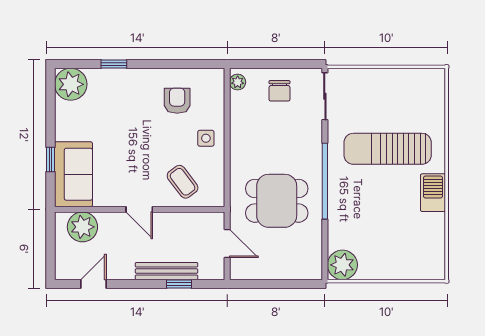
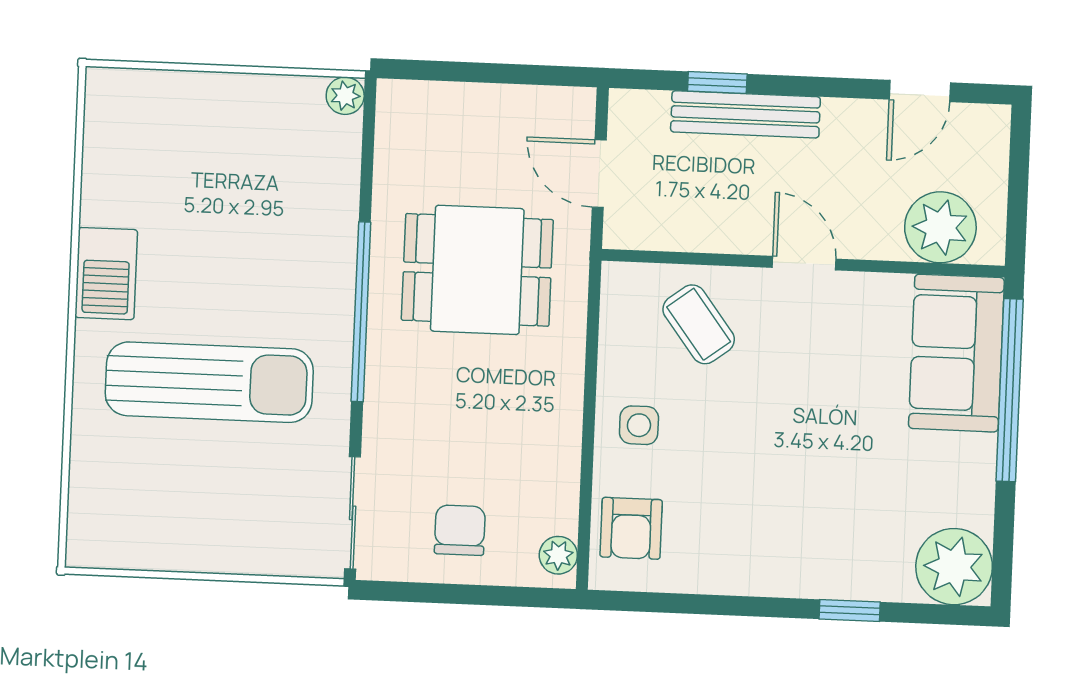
armchair: (177, 101) -> (631, 528), moved
window: (50, 160) -> (1010, 390), width x3.17
plant: (342, 265) -> (345, 96), width x0.53, depth x0.53

